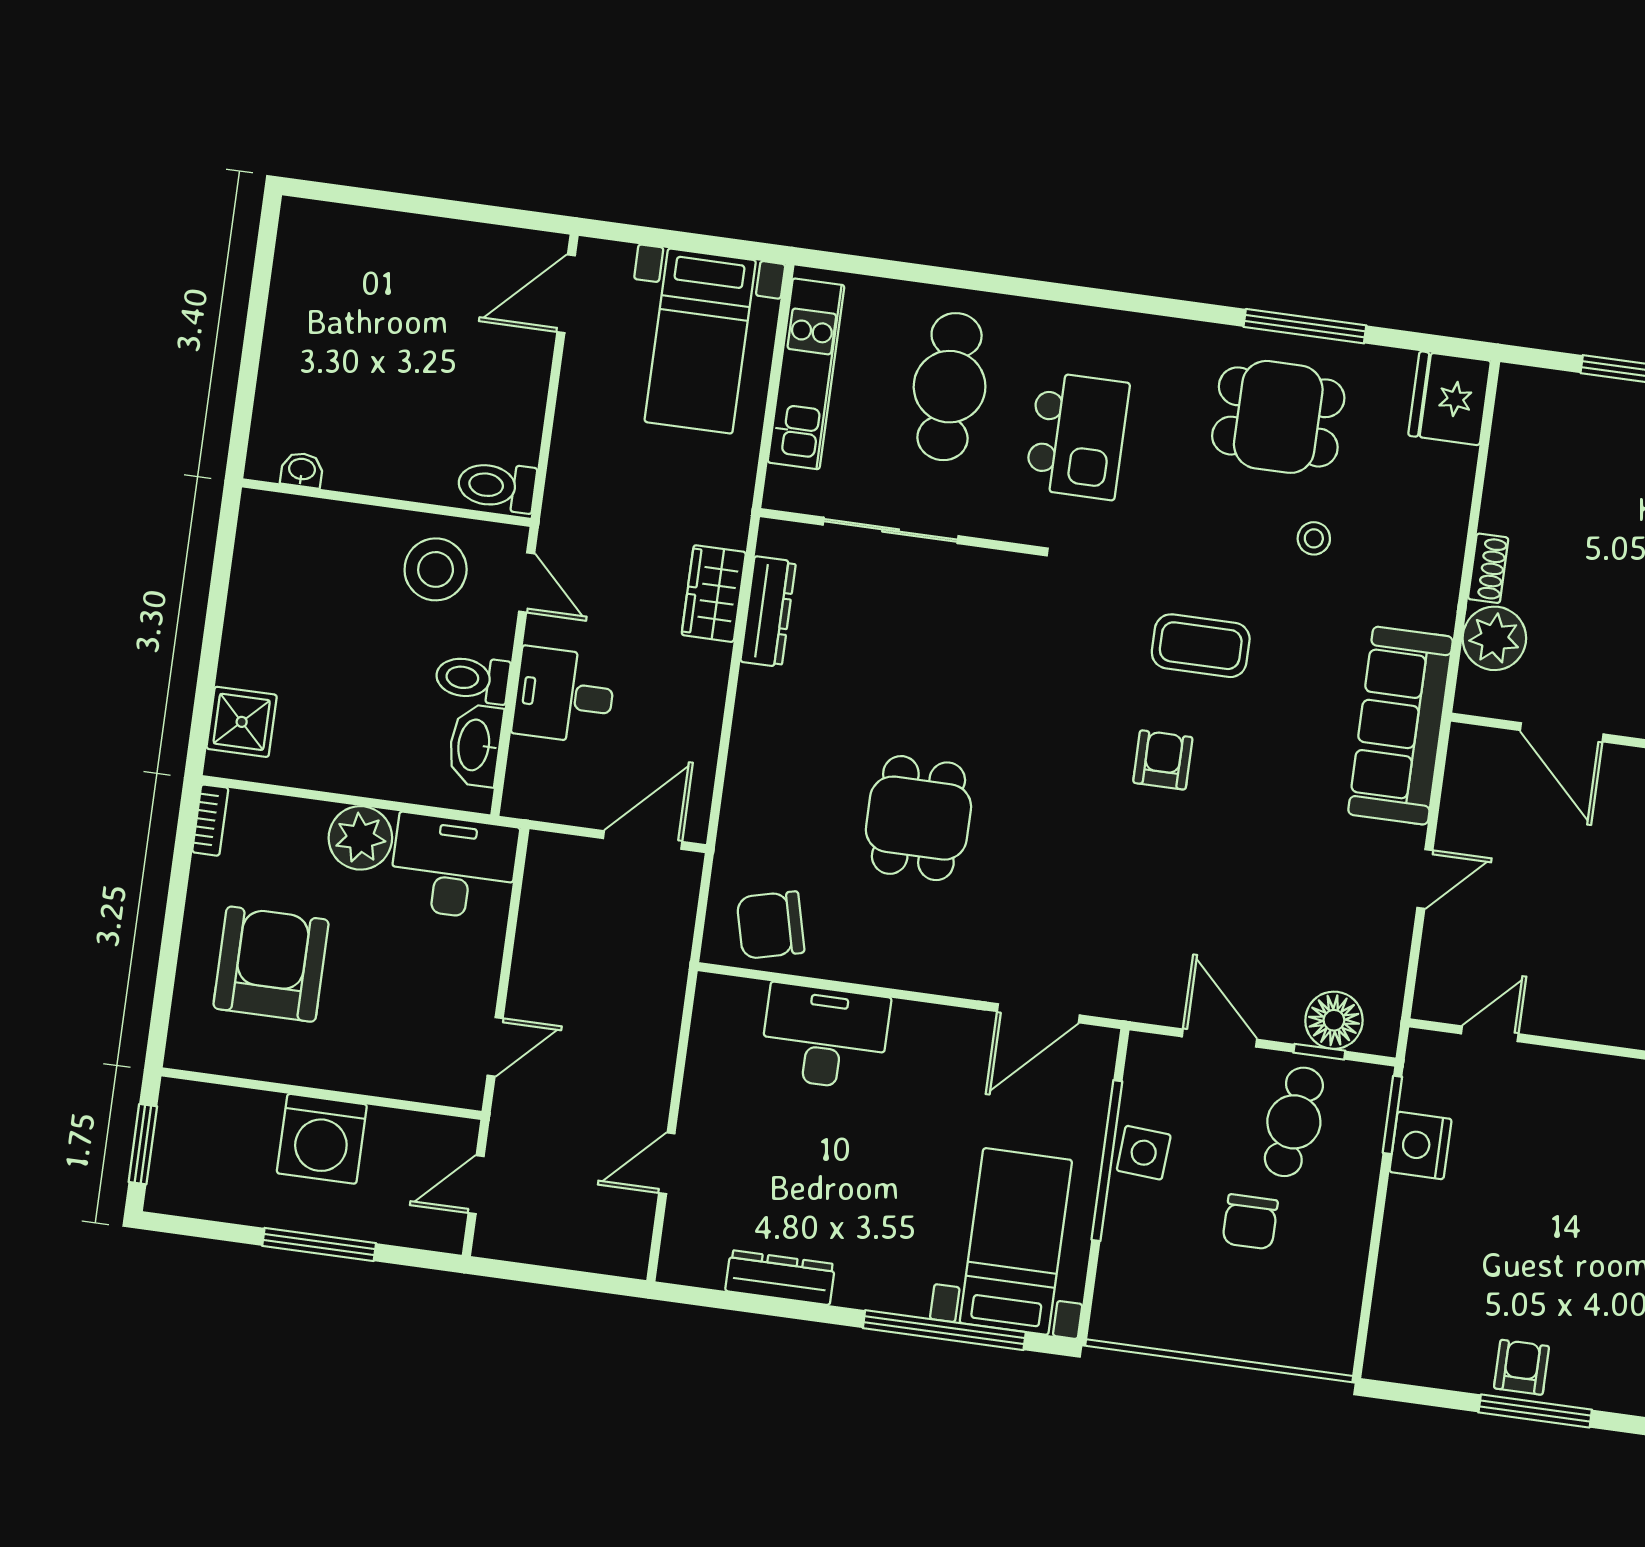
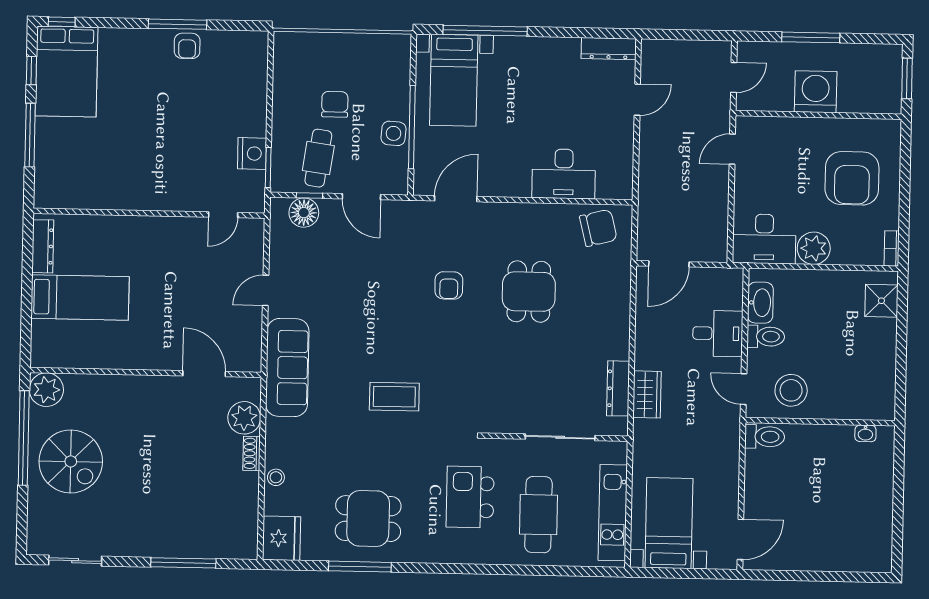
stool: (1314, 538) -> (276, 477), moved
armchair: (1163, 760) -> (449, 285), moved
dresser: (780, 1278) -> (609, 49), moved

